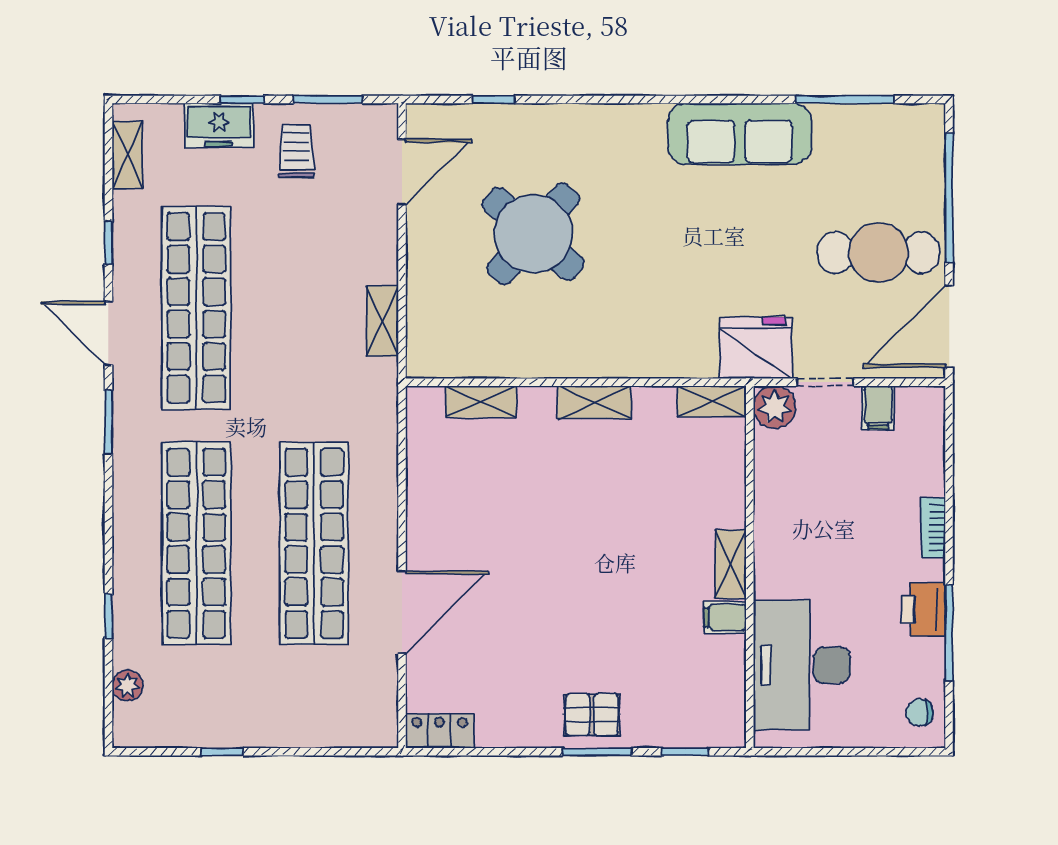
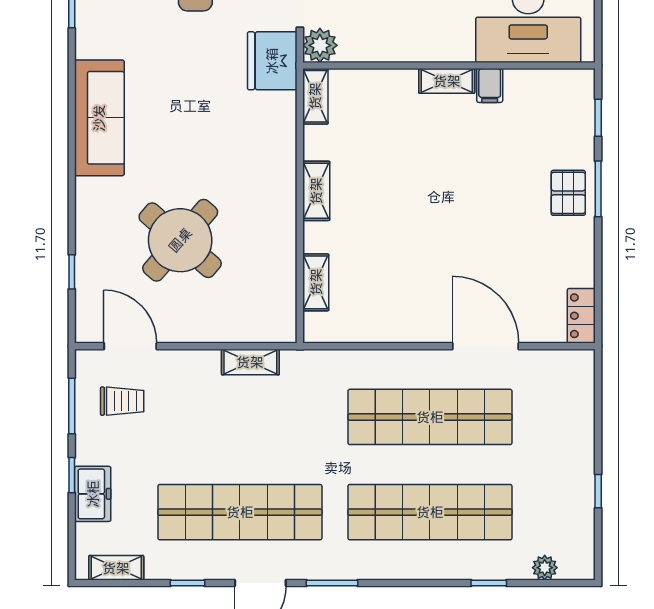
sofa: (740, 134) -> (99, 118), moved
trolley: (296, 151) -> (122, 401), moved, turned 180

